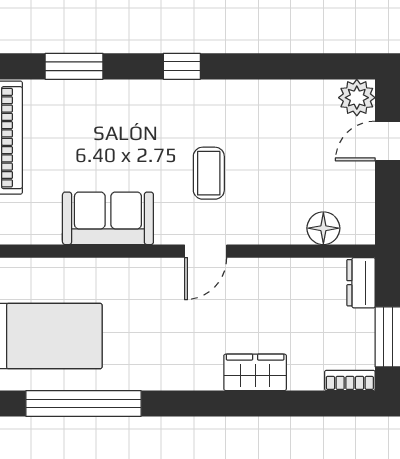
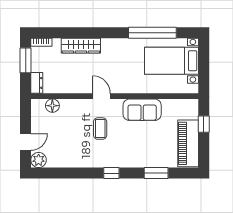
door: (206, 251) -> (101, 96), hinge flipped
wardrobe: (255, 372) -> (81, 46), width x1.50

